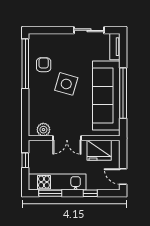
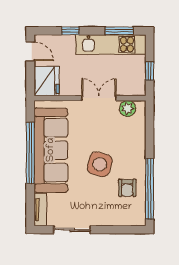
fridge: (99, 150) -> (47, 81), moved, turned 90

